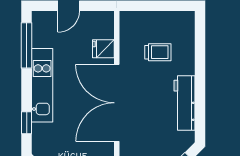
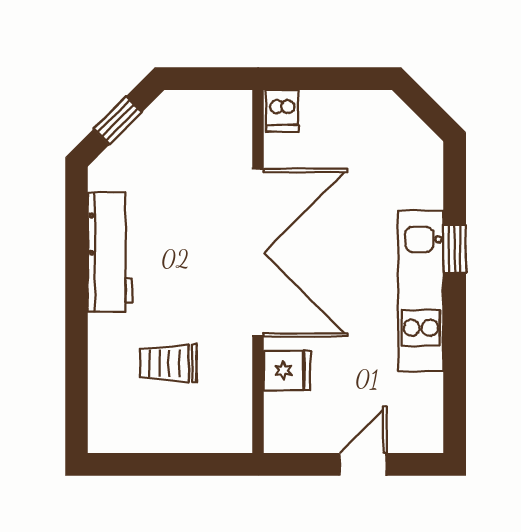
window: (27, 45) -> (455, 378), removed
window: (27, 123) -> (455, 249), moved

